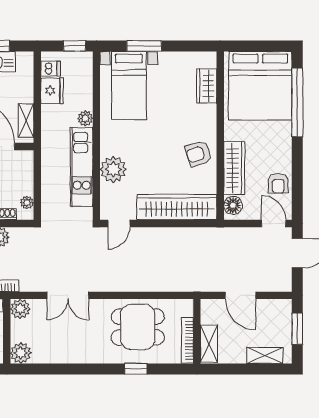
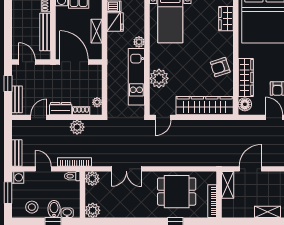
shelving: (26, 121) -> (96, 31), moved
door: (240, 295) -> (250, 169), swing flipped
shelving: (209, 344) -> (228, 185), moved

